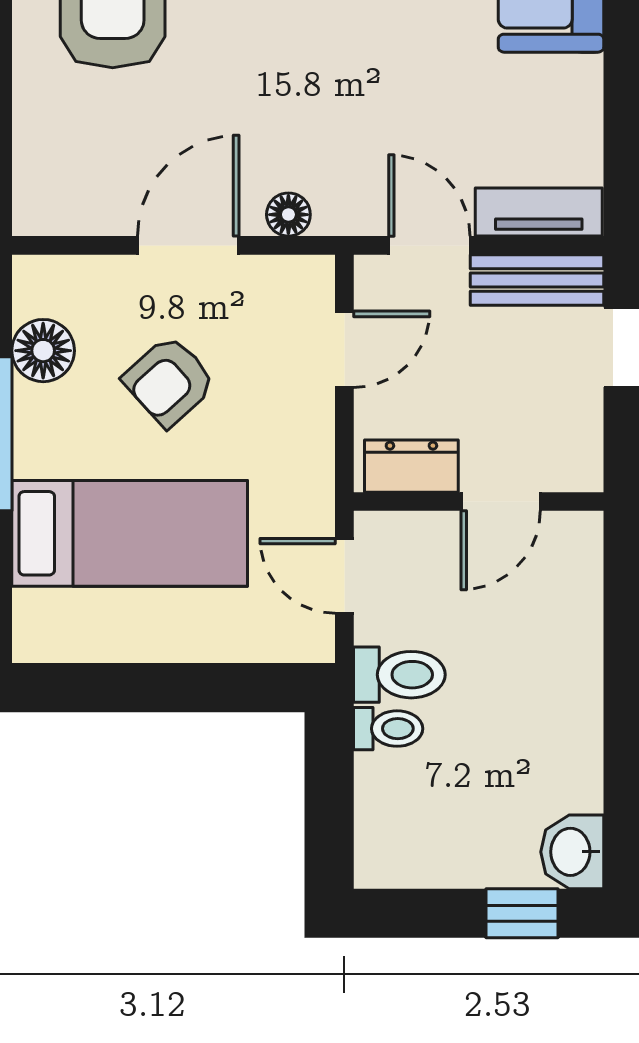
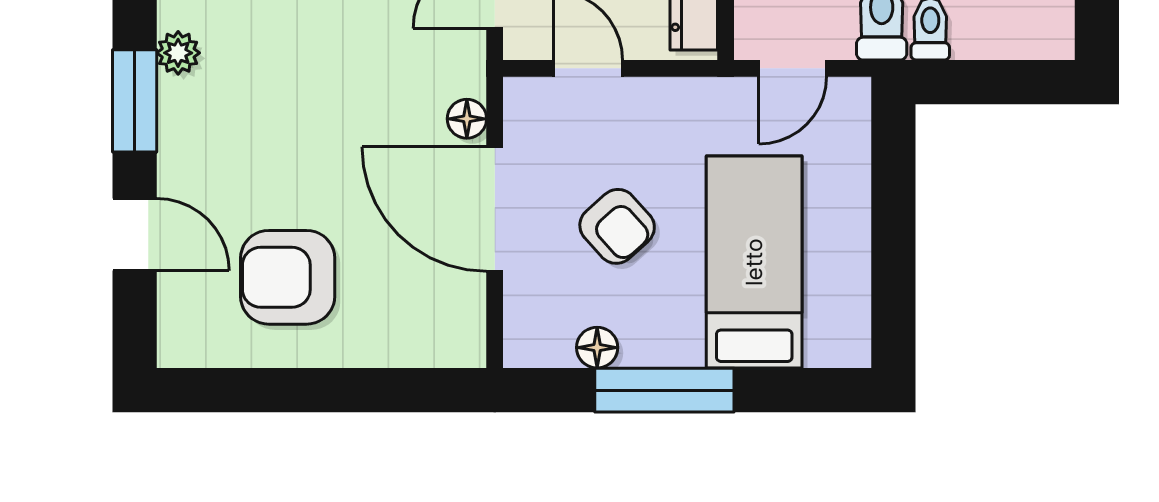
door: (188, 245) -> (495, 209), width x1.36
floor lamp: (43, 351) -> (597, 348), width x0.73, depth x0.73

